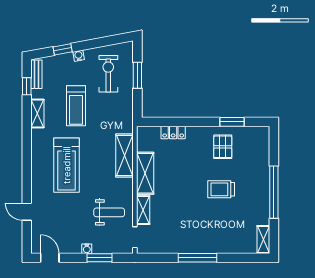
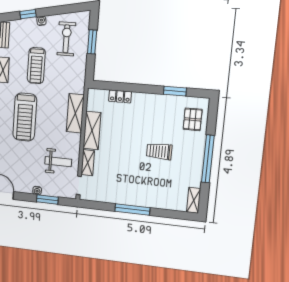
pallet: (223, 147) -> (193, 119), moved

